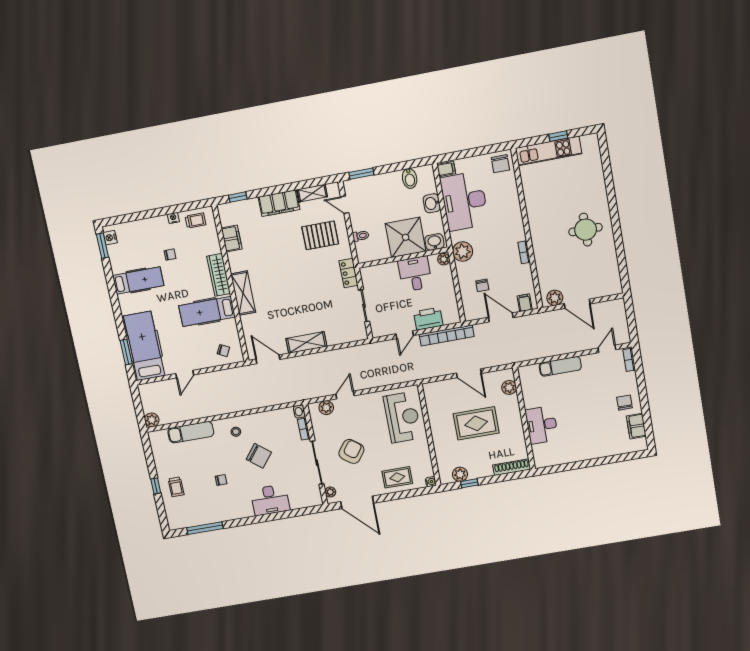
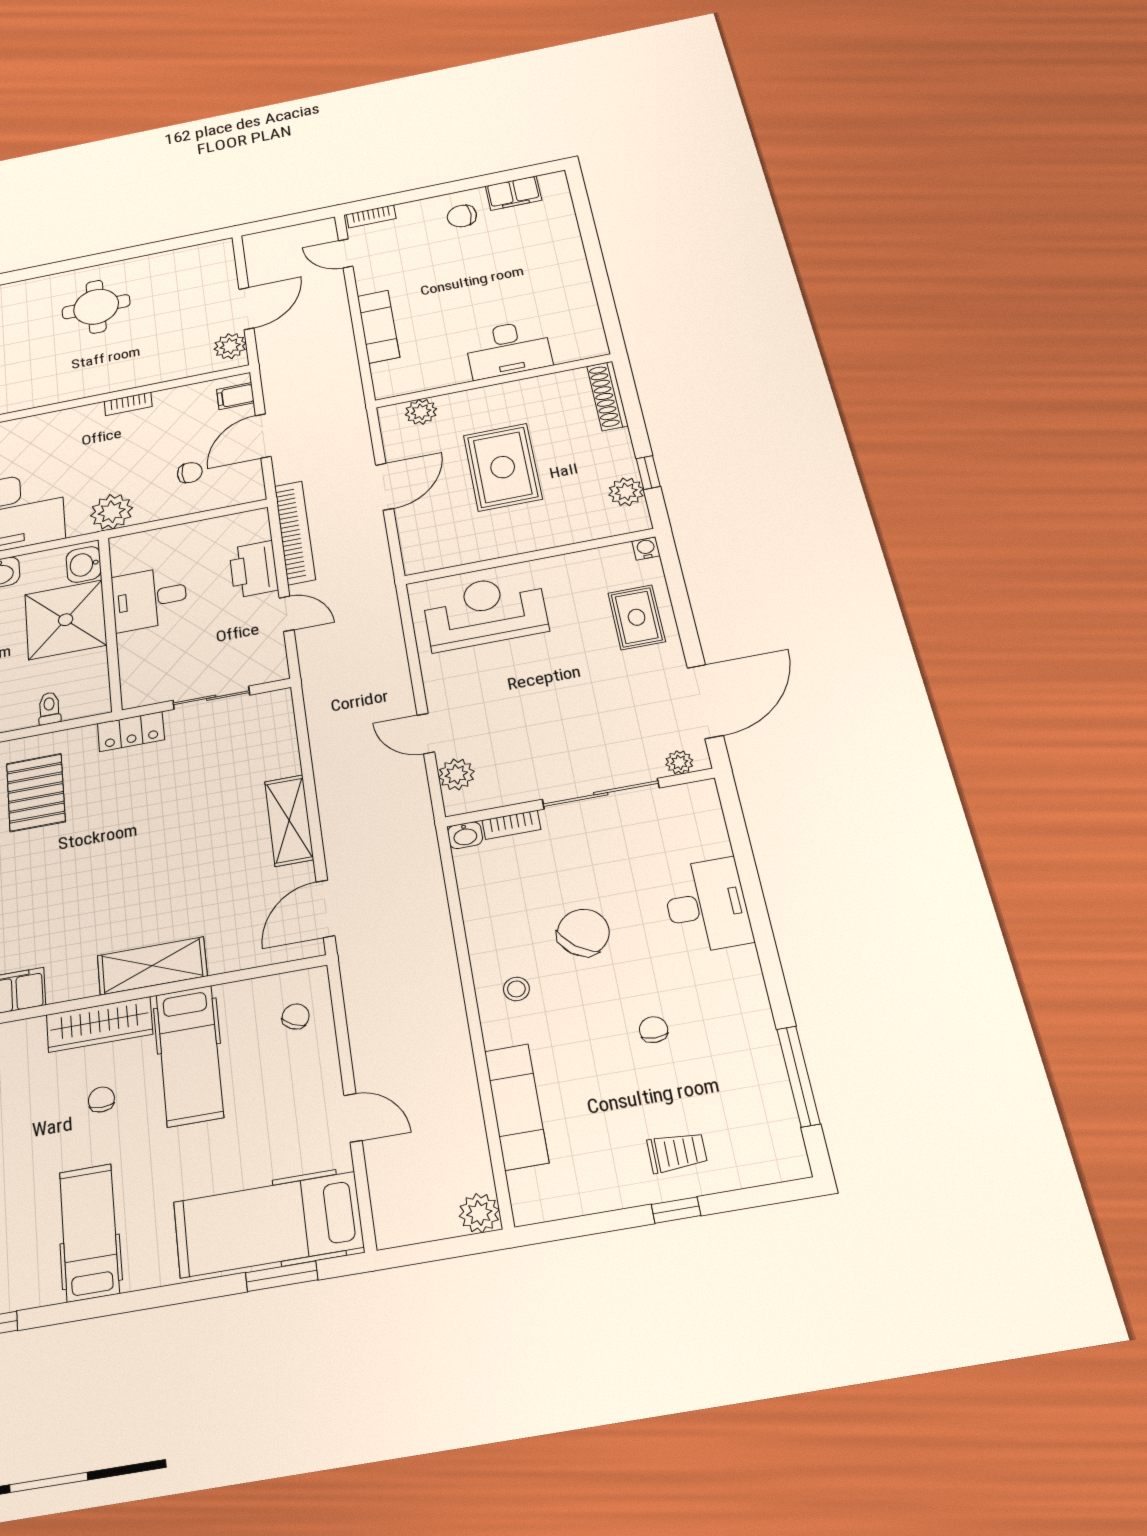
chair: (170, 255) -> (101, 1099), moved
plant: (444, 259) -> (124, 546), removed
armchair: (351, 451) -> (571, 717), removed

